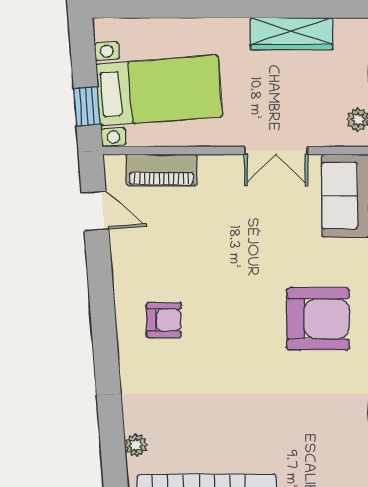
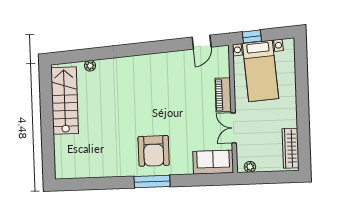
wardrobe: (291, 34) -> (291, 148), moved
piano: (162, 170) -> (223, 95), moved
armchair: (164, 320) -> (151, 77), removed

